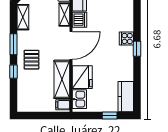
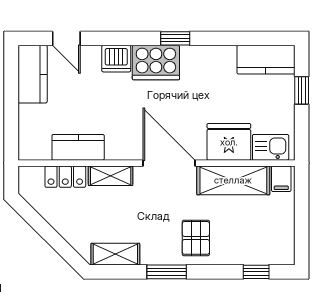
dishwasher: (80, 20) -> (116, 59), moved, turned 180
cooker: (126, 39) -> (156, 63), width x1.87, depth x1.31
pallet: (32, 60) -> (196, 238), turned 90
window: (14, 72) -> (256, 272), moved

